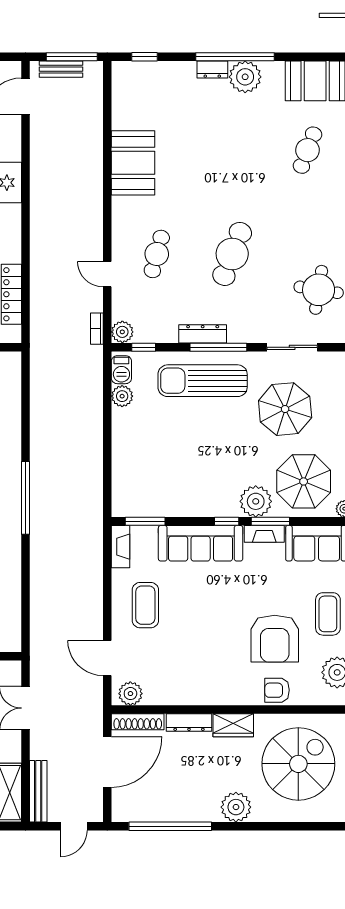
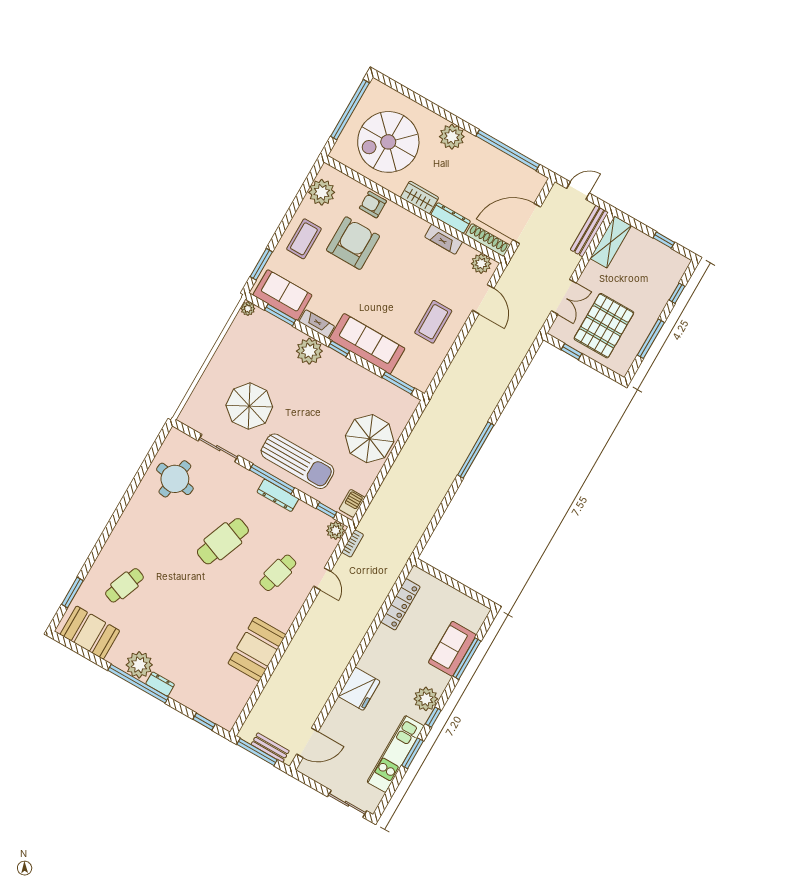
plant: (122, 396) -> (363, 484), removed
parasol: (304, 481) -> (370, 439), moved
window: (270, 521) -> (280, 315), moved
fireplace: (120, 547) -> (444, 239), moved, turned -90
armchair: (277, 690) -> (373, 205), turned 180

